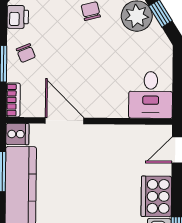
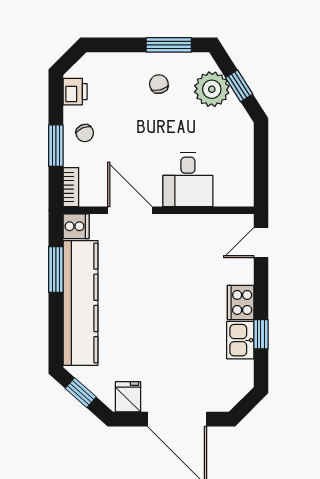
desk: (151, 95) -> (188, 180), moved
cooker: (156, 196) -> (241, 302), width x0.73, depth x0.76

